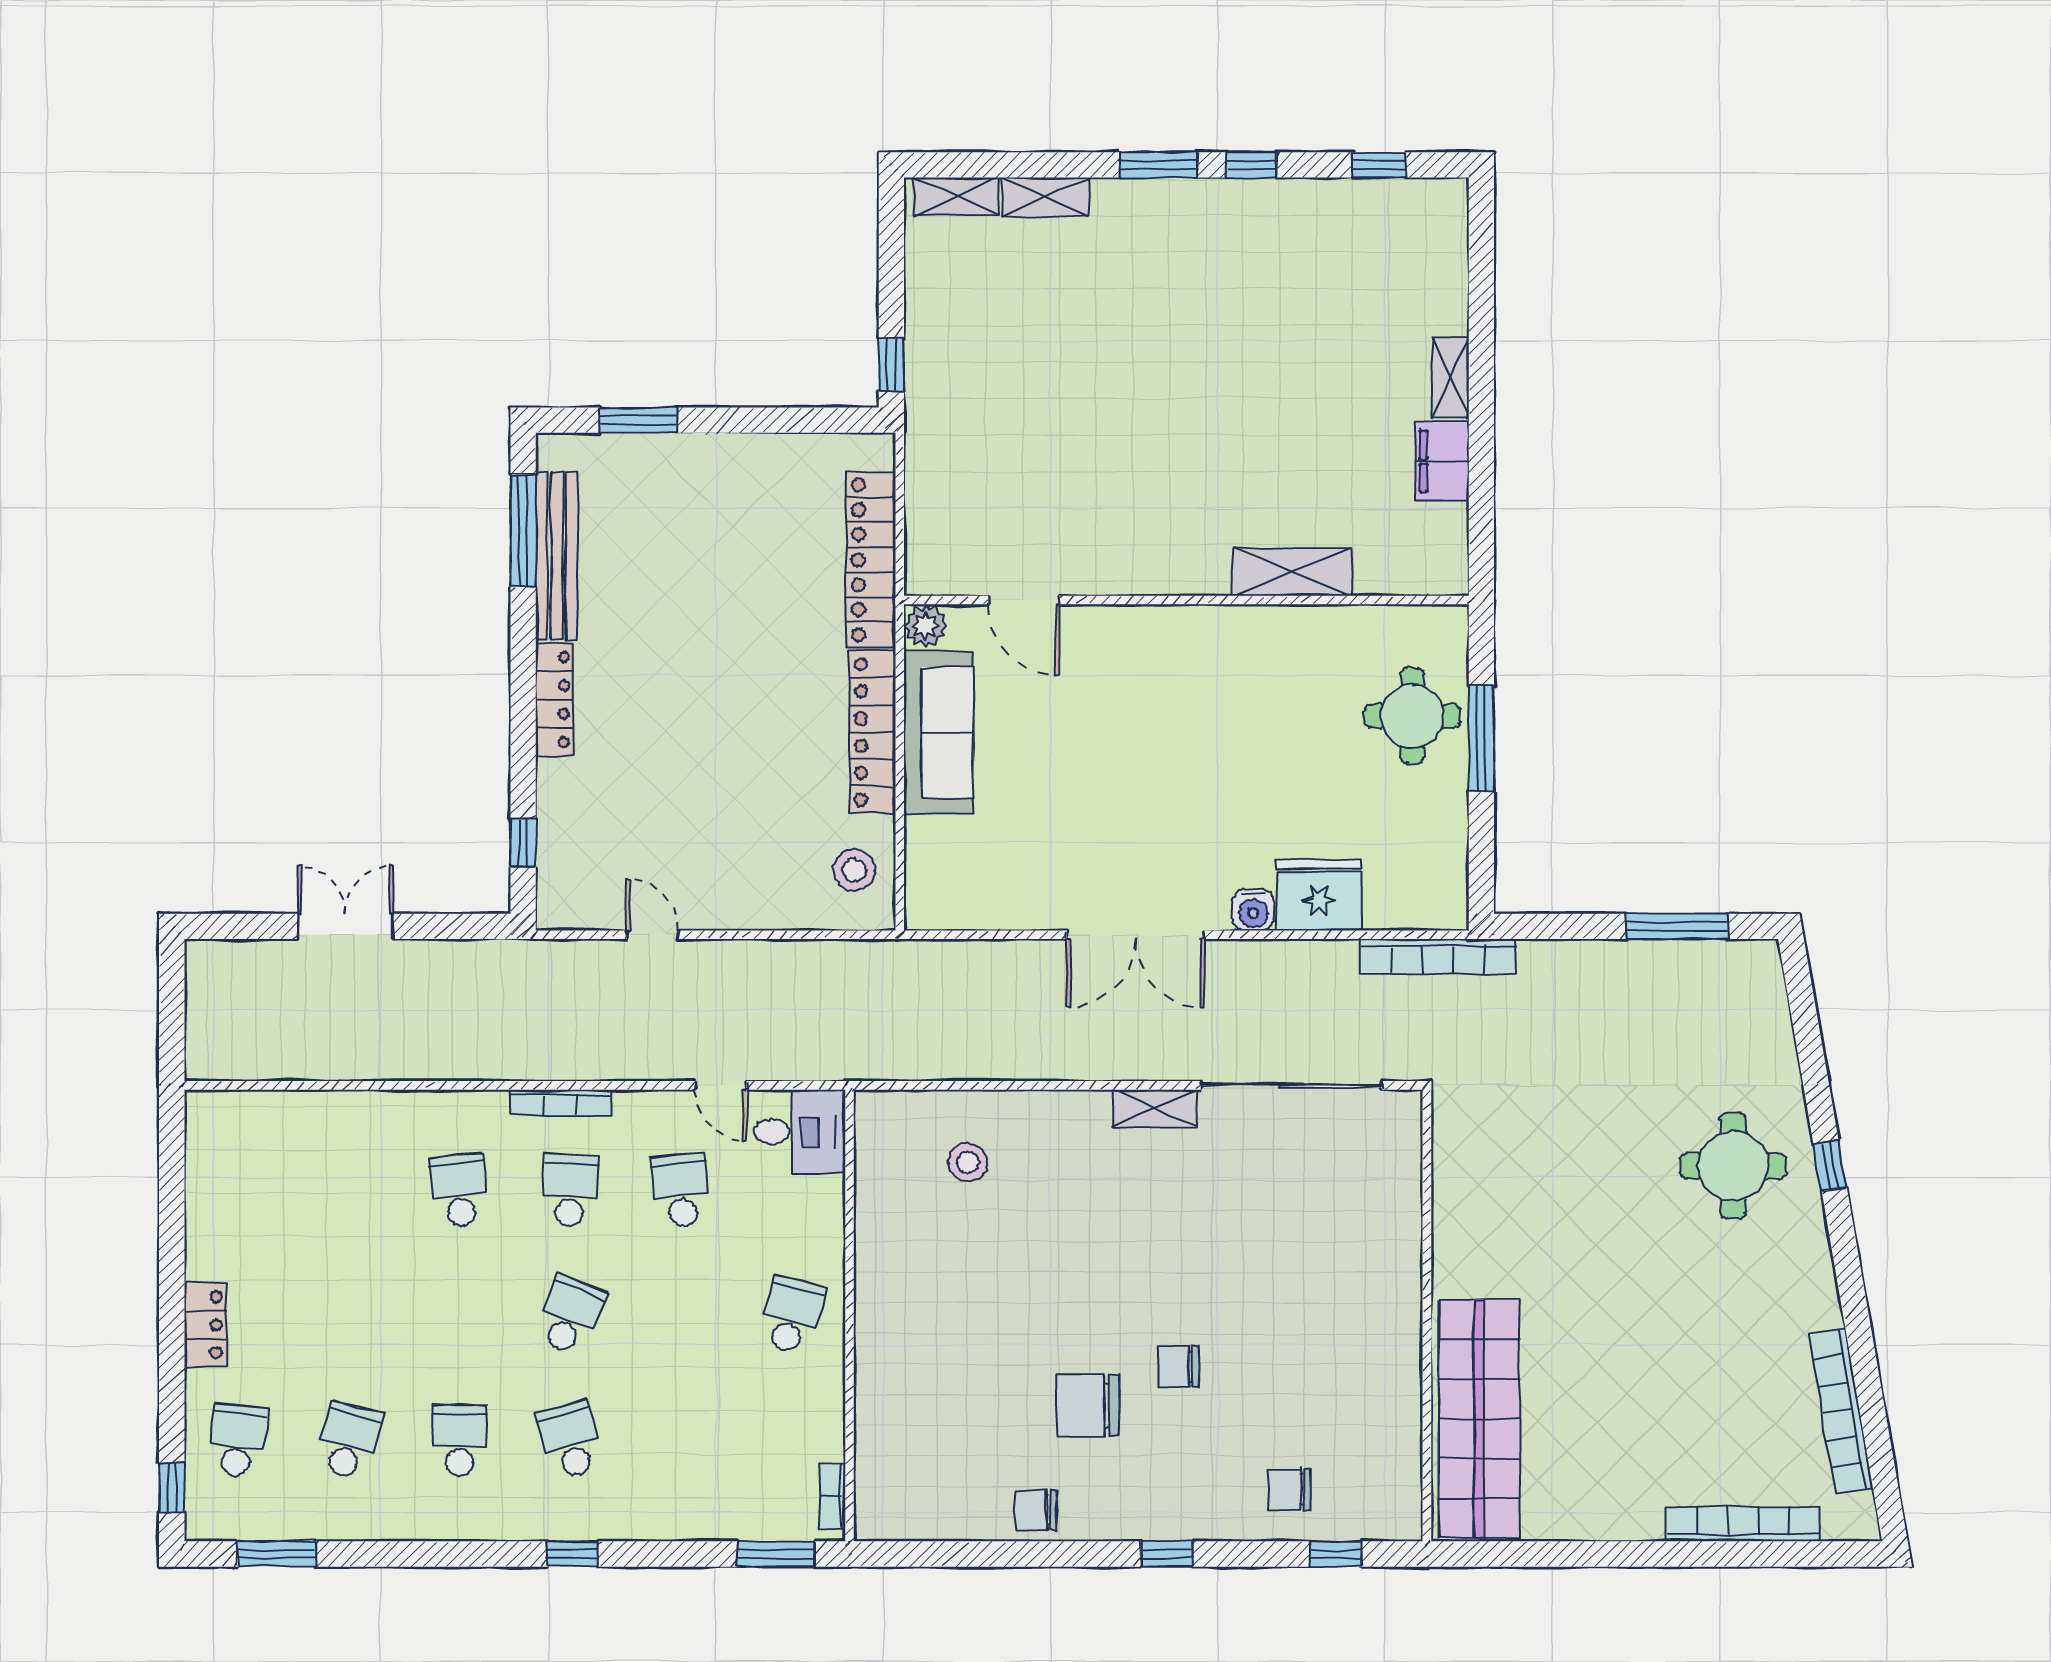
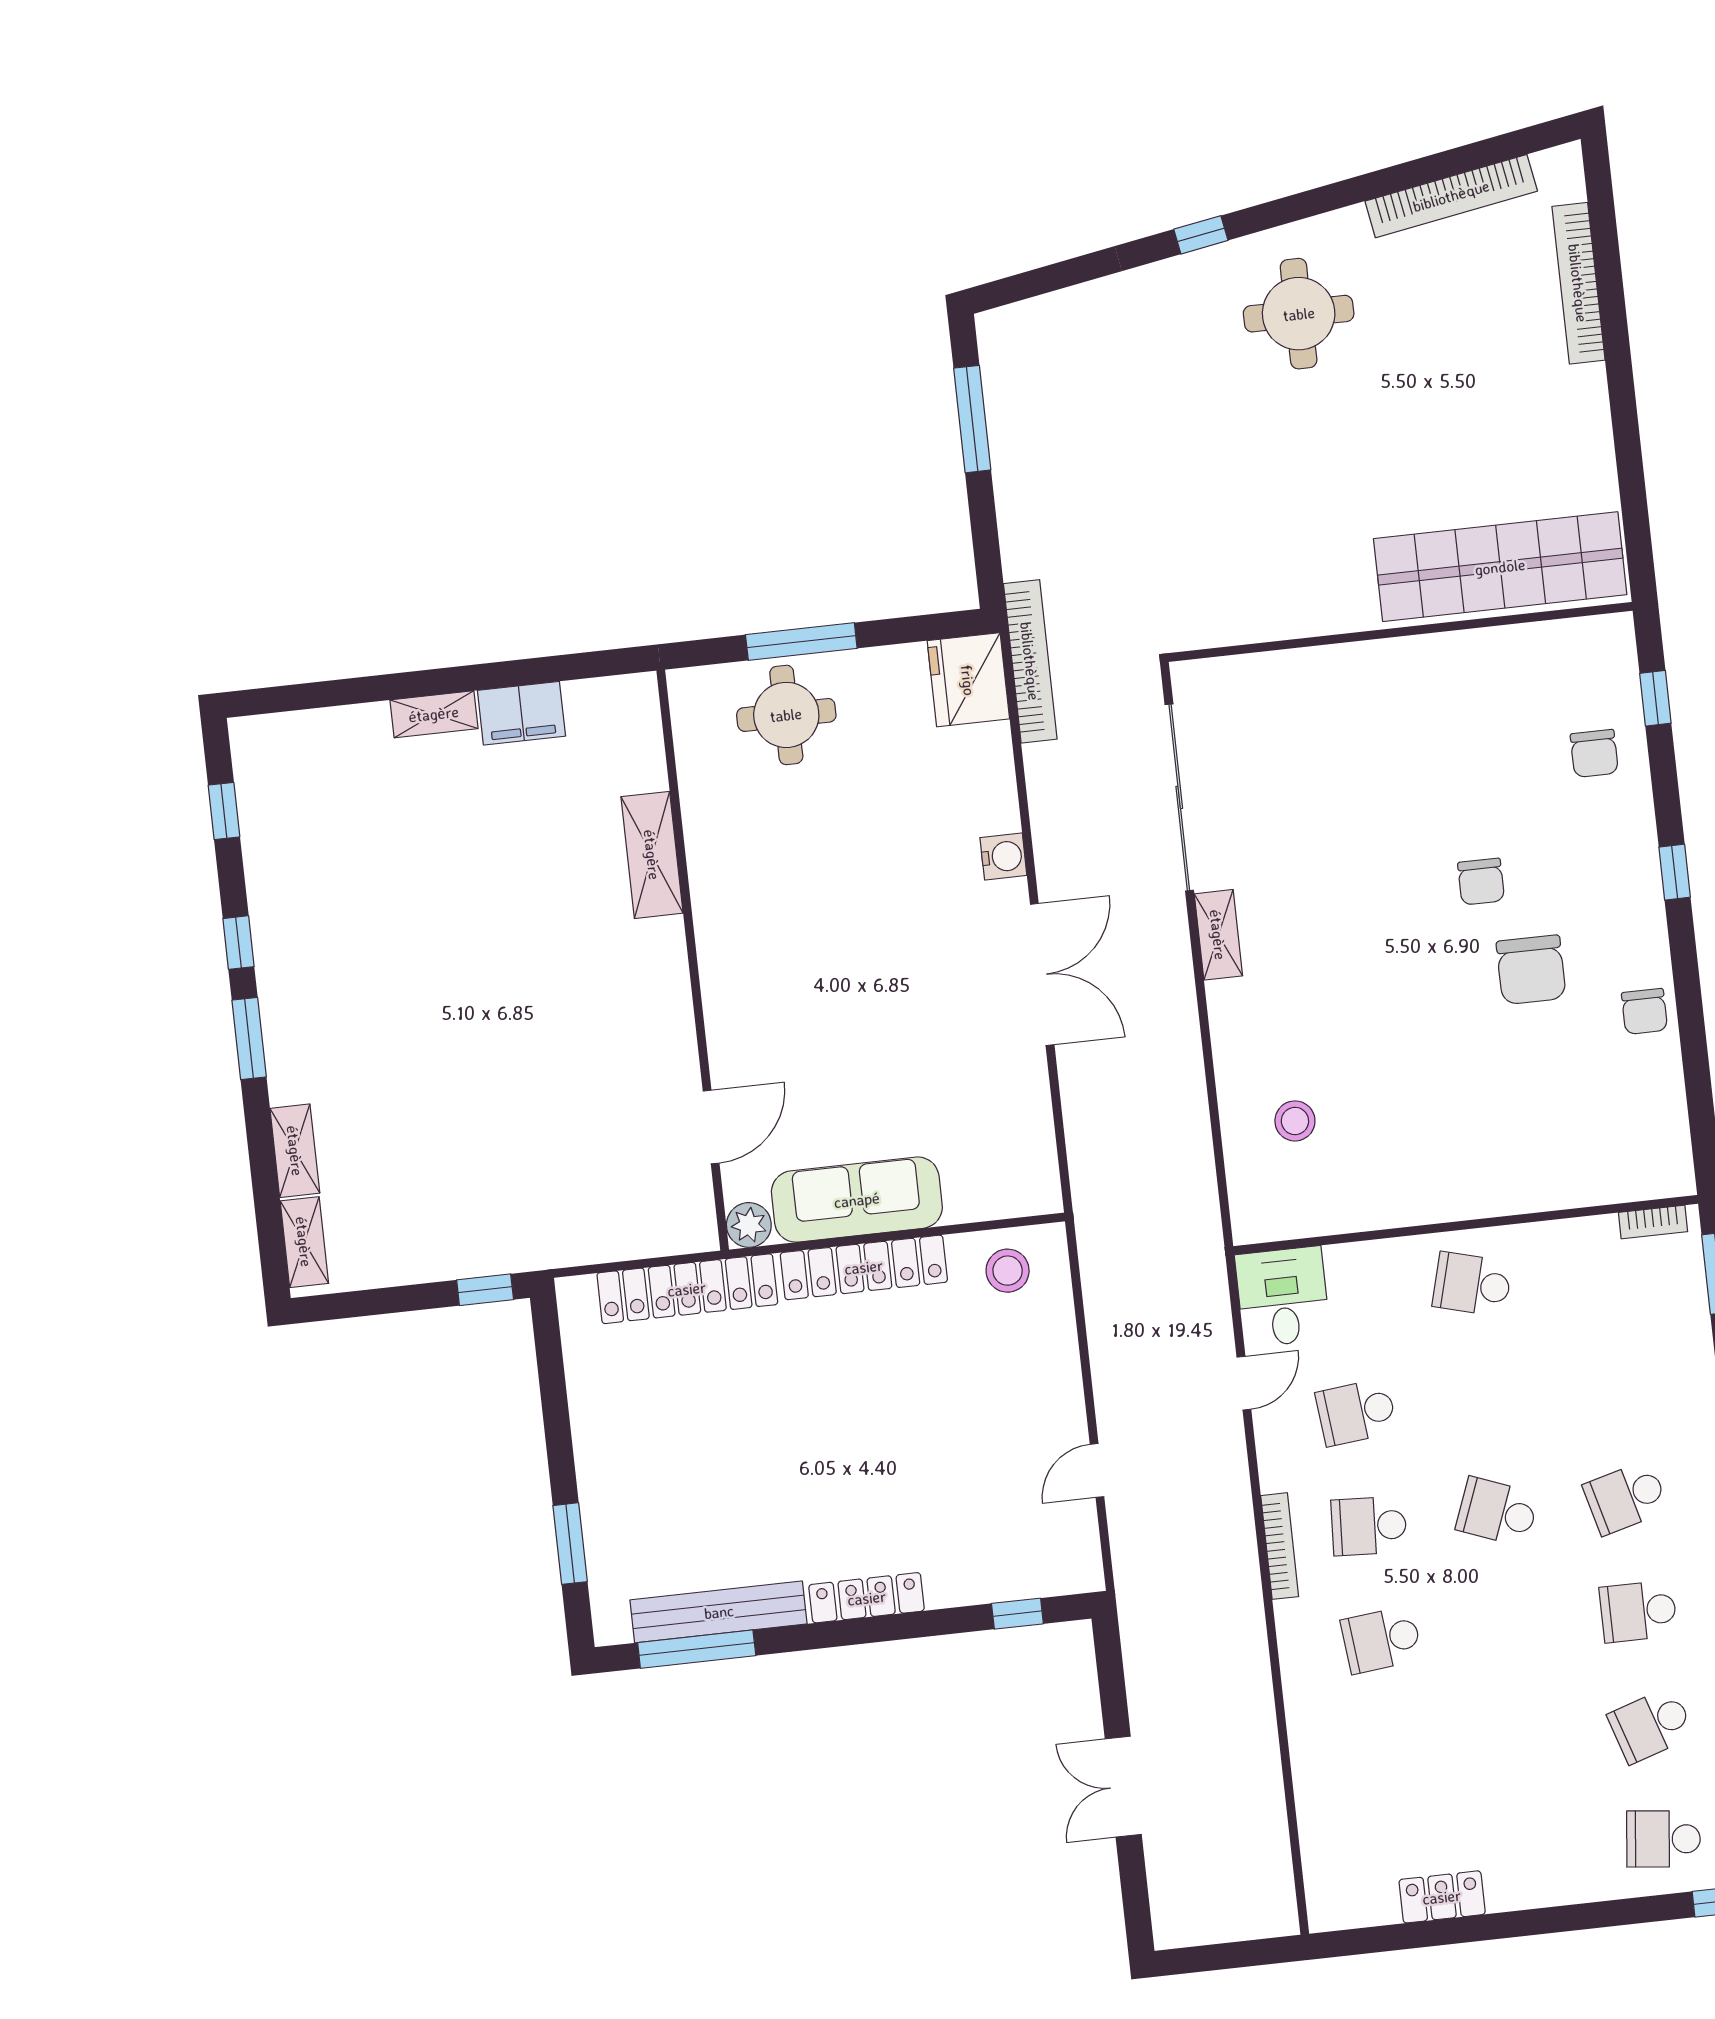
fridge: (1319, 895) -> (968, 680), moved
round table: (1733, 1166) -> (1299, 314), moved
locker: (206, 1325) -> (1442, 1897), moved
school desk: (349, 1441) -> (1651, 1725), turned -33

